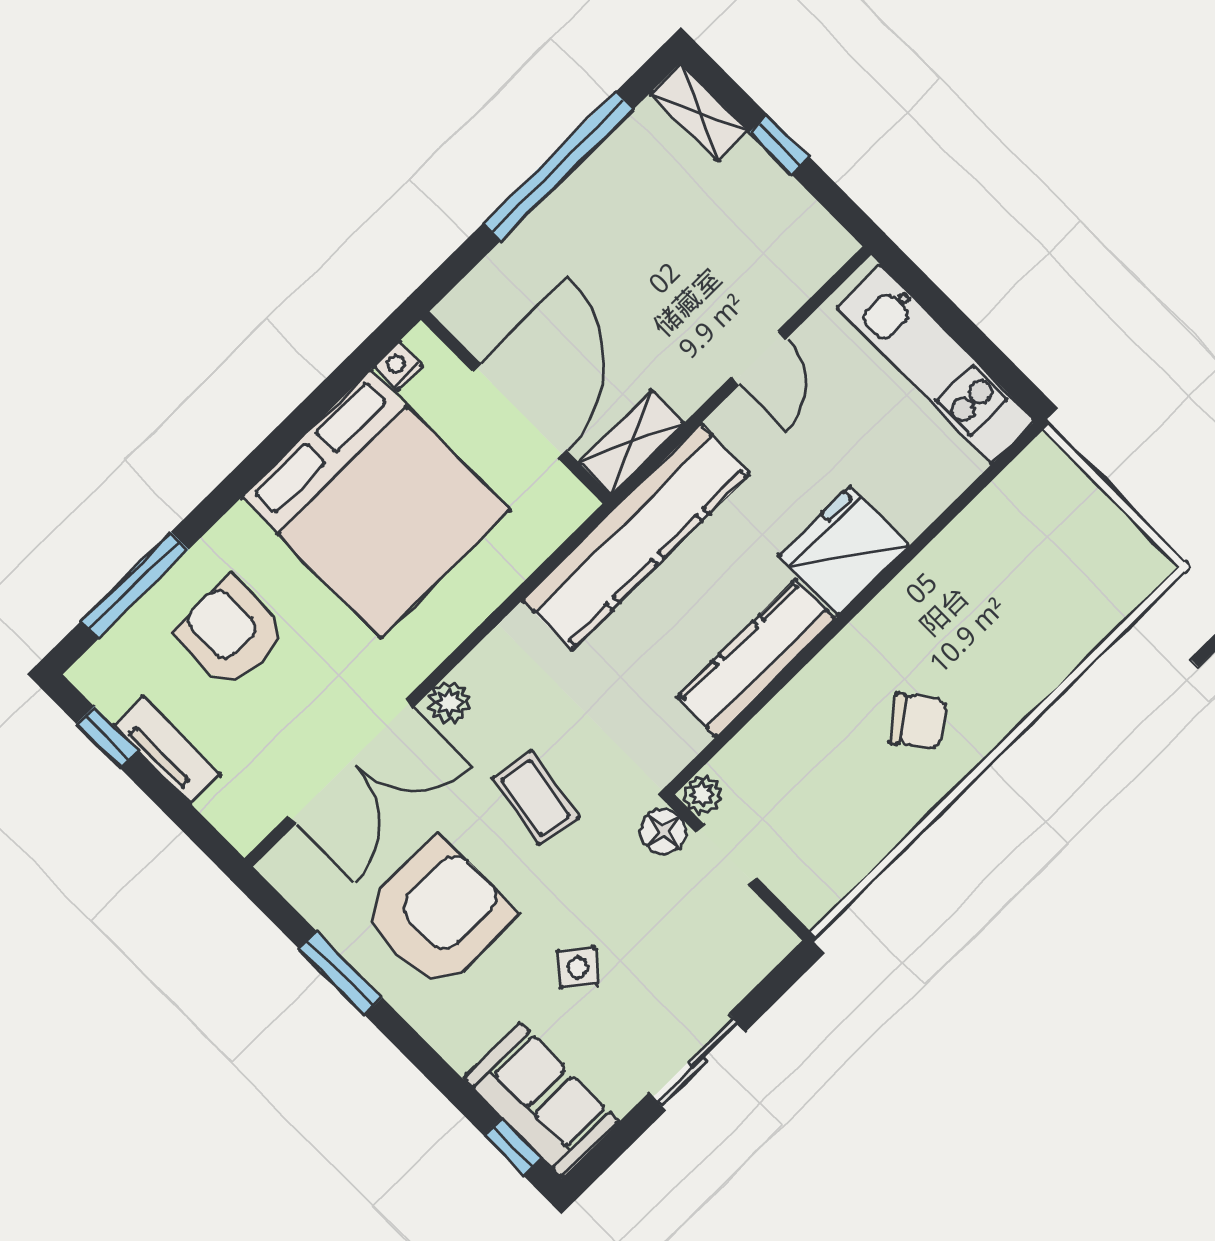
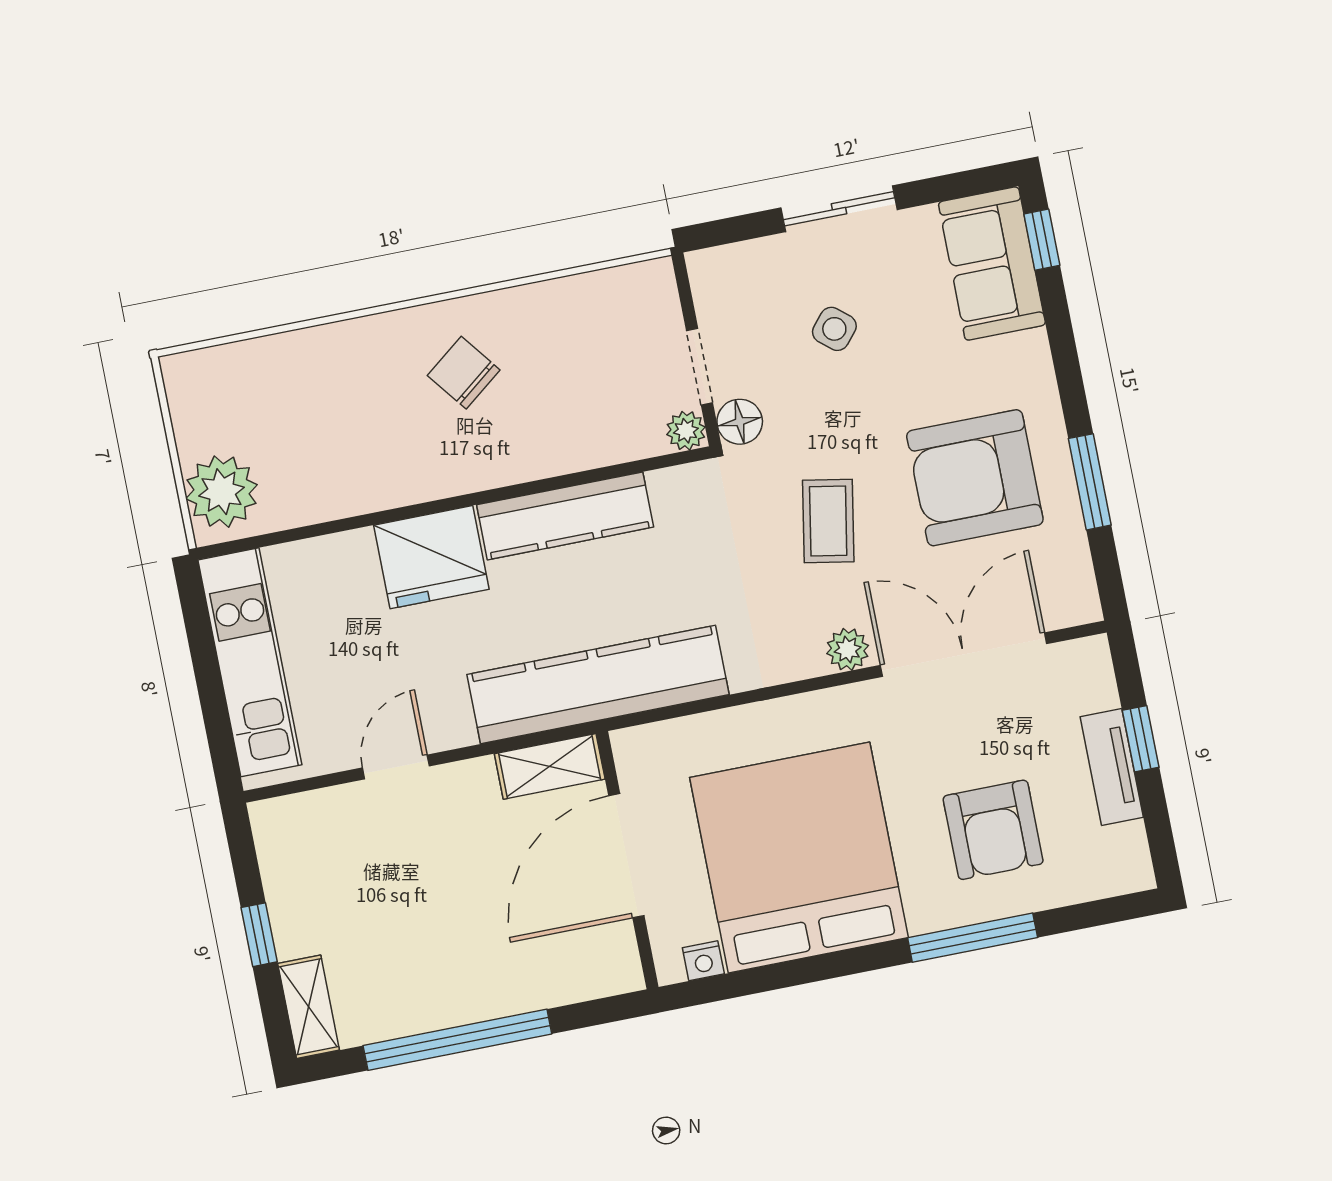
plant: (1053, 490) -> (222, 492), added
window: (135, 585) -> (973, 938), moved
window: (107, 737) -> (1141, 739), moved
side table: (578, 967) -> (834, 329), moved

